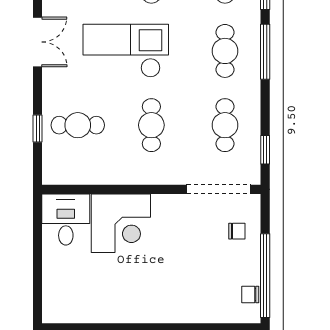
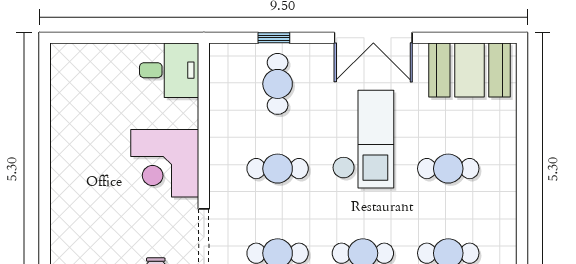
double door: (38, 42) -> (373, 38), width x1.37
corner desk: (121, 223) -> (165, 163), moved

